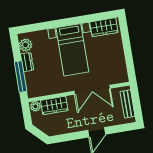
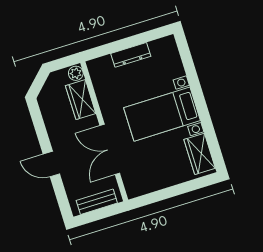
plant: (26, 45) -> (160, 48), removed
dresser: (27, 62) -> (131, 55), width x1.44
window: (21, 77) -> (114, 47), removed

